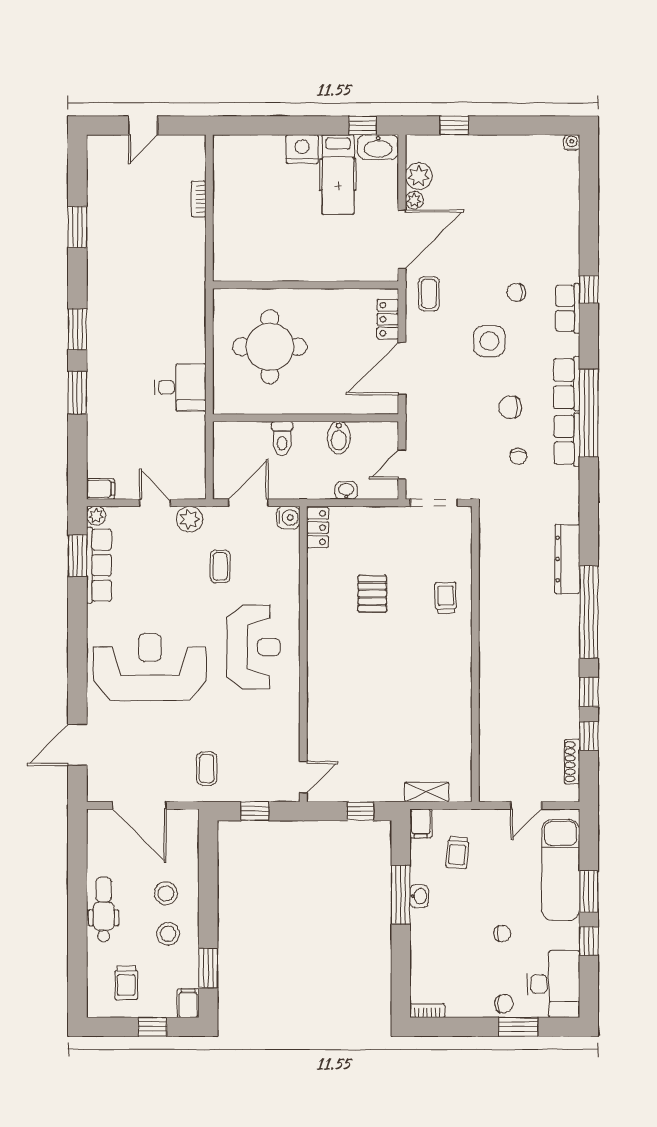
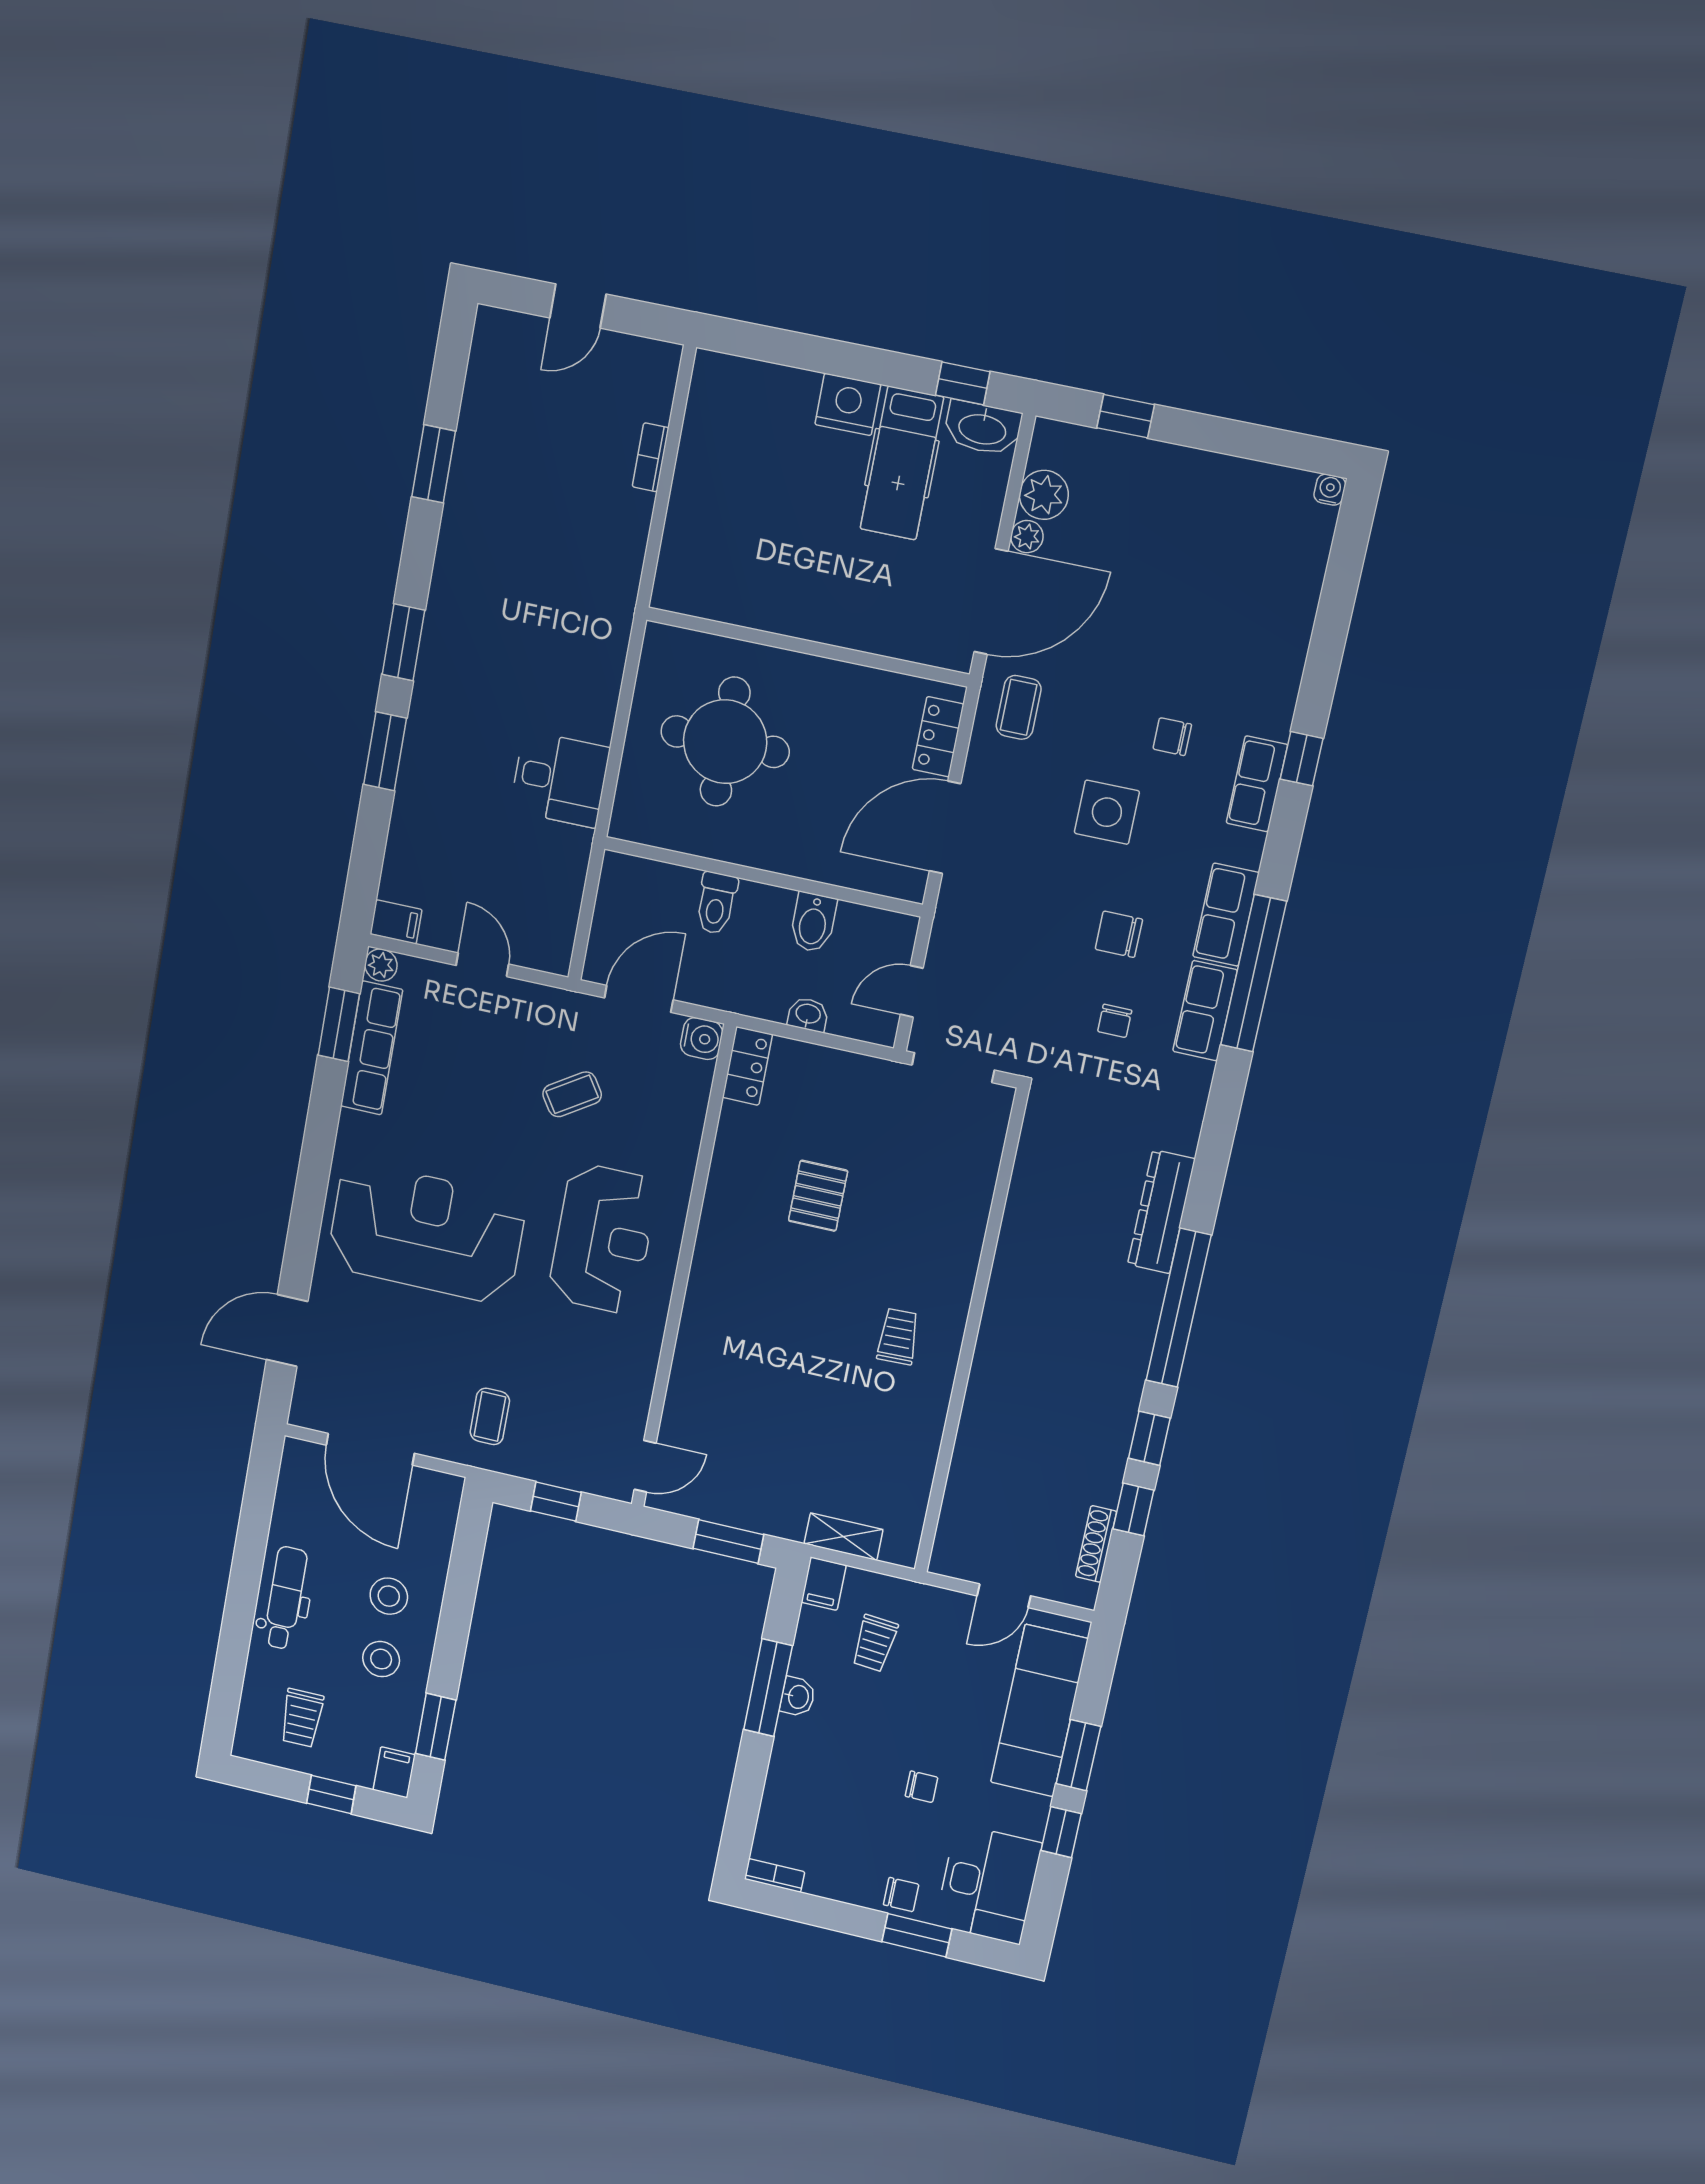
plant: (189, 519) -> (535, 1005), removed
coffee table: (220, 566) -> (572, 1094), turned 57
trolley: (446, 598) -> (898, 1337), moved
window: (360, 811) -> (728, 1542), width x1.50

